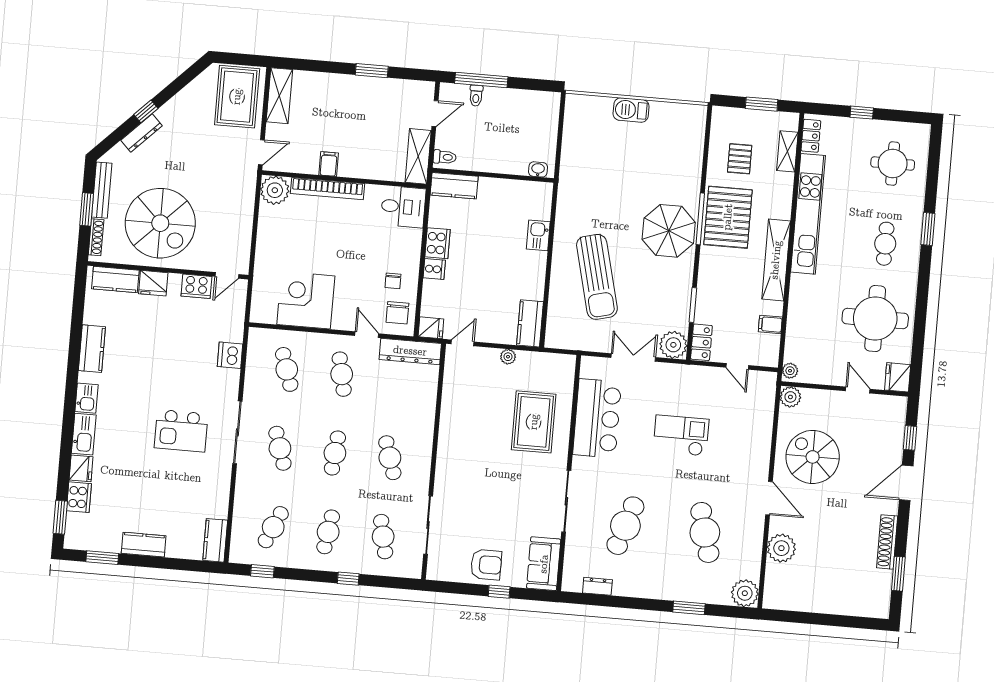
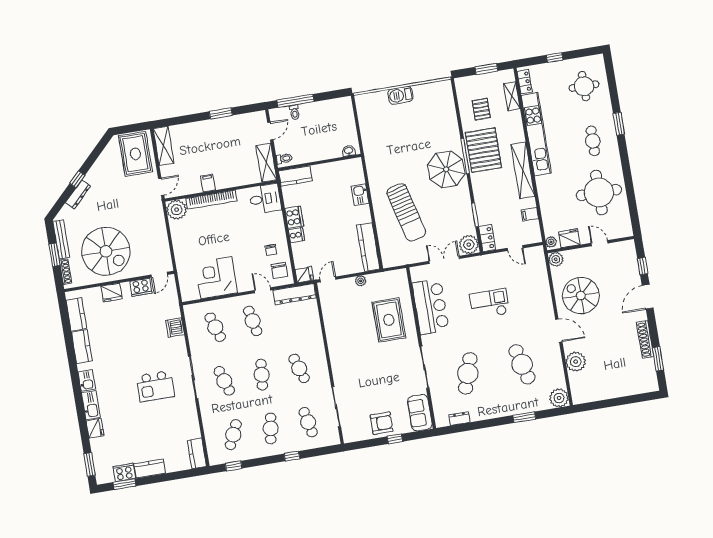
kitchen counter: (115, 280) -> (76, 314), moved, turned -90
kitchen counter: (530, 323) -> (368, 247), width x1.50
fridge: (898, 377) -> (569, 238), moved, turned 90
cooker: (79, 497) -> (124, 472), moved, turned -90

